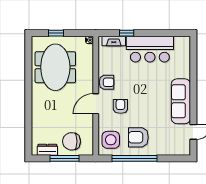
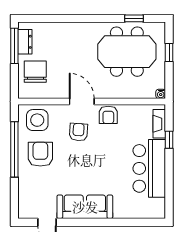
window: (28, 61) -> (134, 18), added
armchair: (120, 106) -> (78, 132), turned -86
window: (65, 158) -> (14, 46), moved

